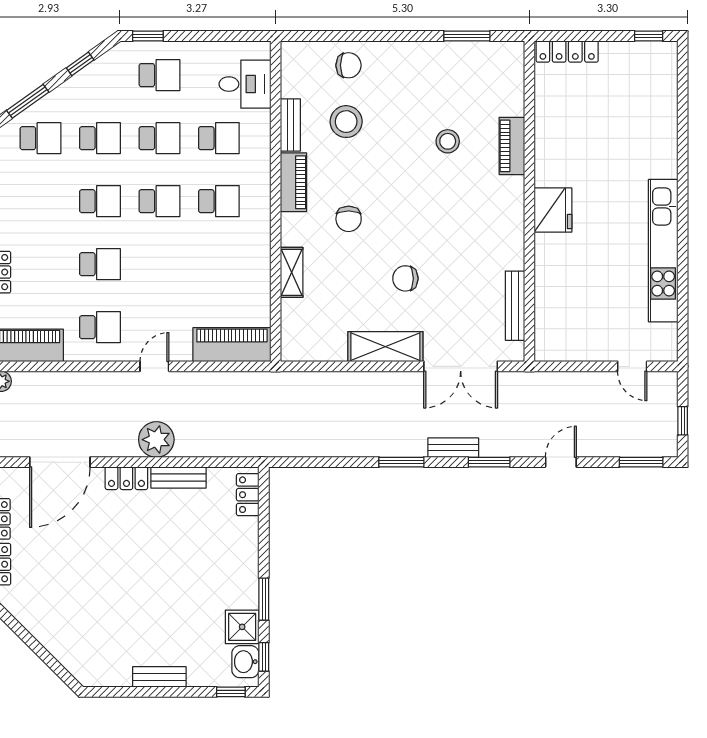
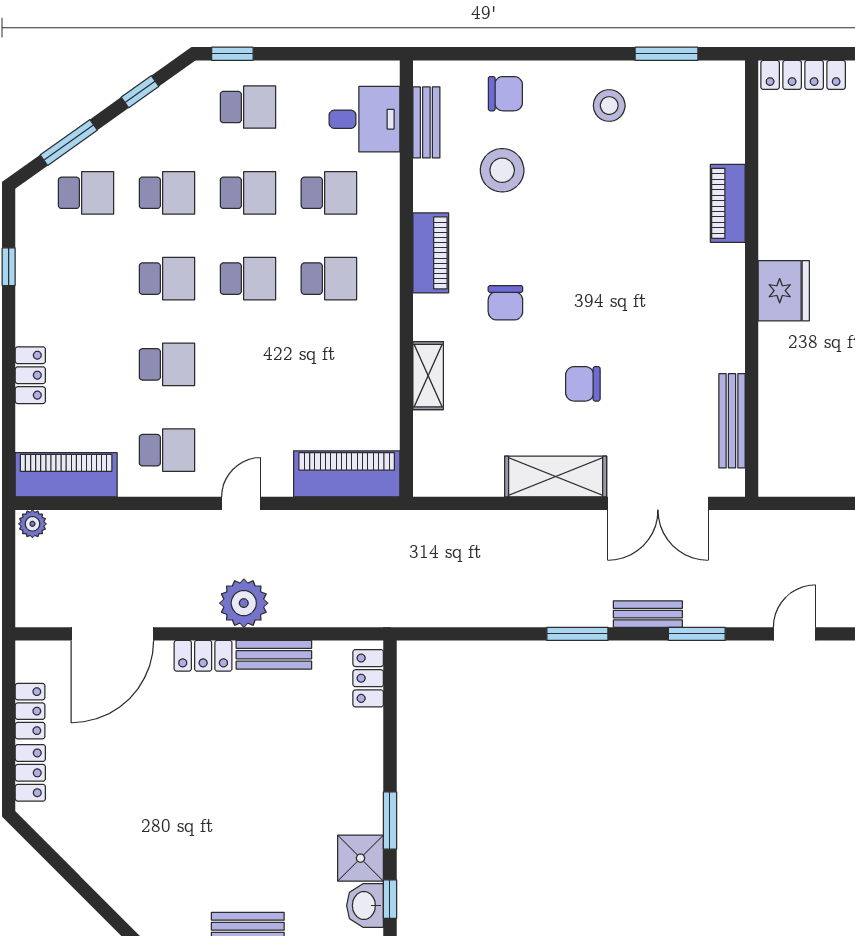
bench: (290, 125) -> (426, 122), moved
stool: (448, 141) -> (609, 106), moved

